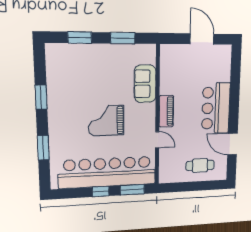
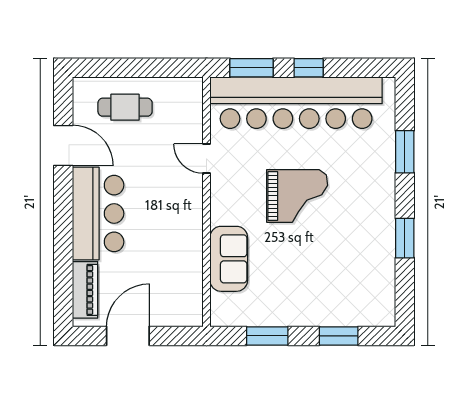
door: (202, 39) -> (128, 336), swing flipped
piano: (166, 111) -> (85, 290), moved, turned 180

